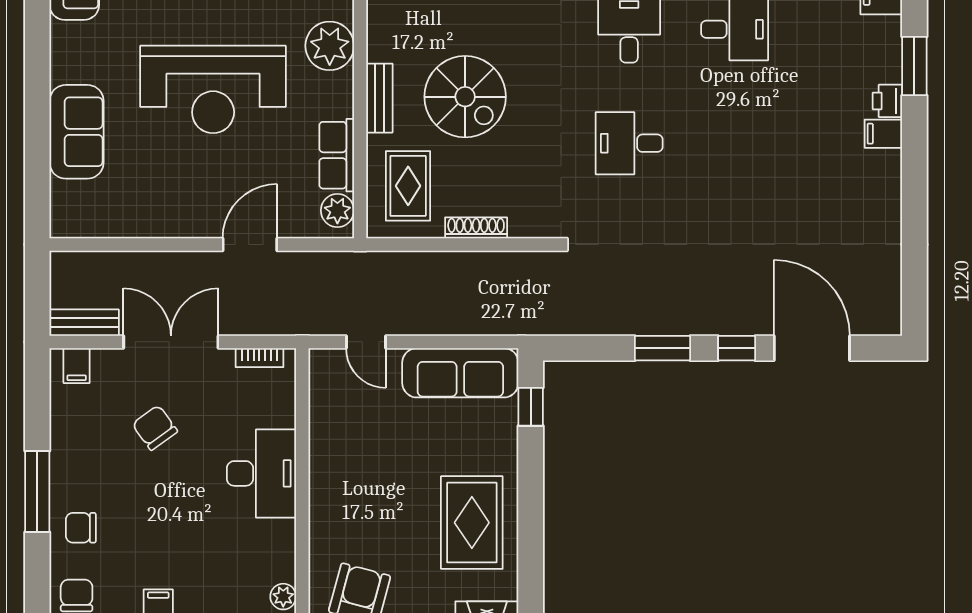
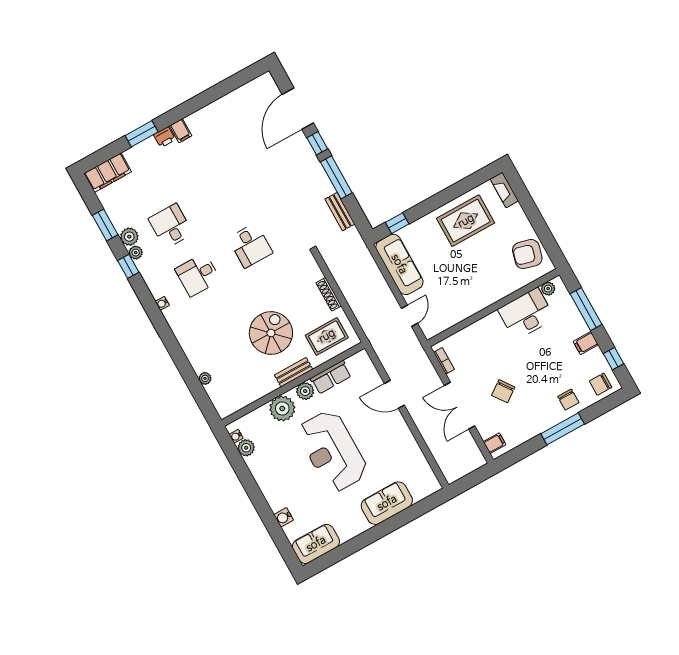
reception desk: (213, 89) -> (332, 451), turned 180
plant: (337, 210) -> (305, 391), moved
bench: (84, 323) -> (340, 212), moved
window: (663, 348) -> (336, 177), width x1.44
desk: (261, 473) -> (526, 314), moved

